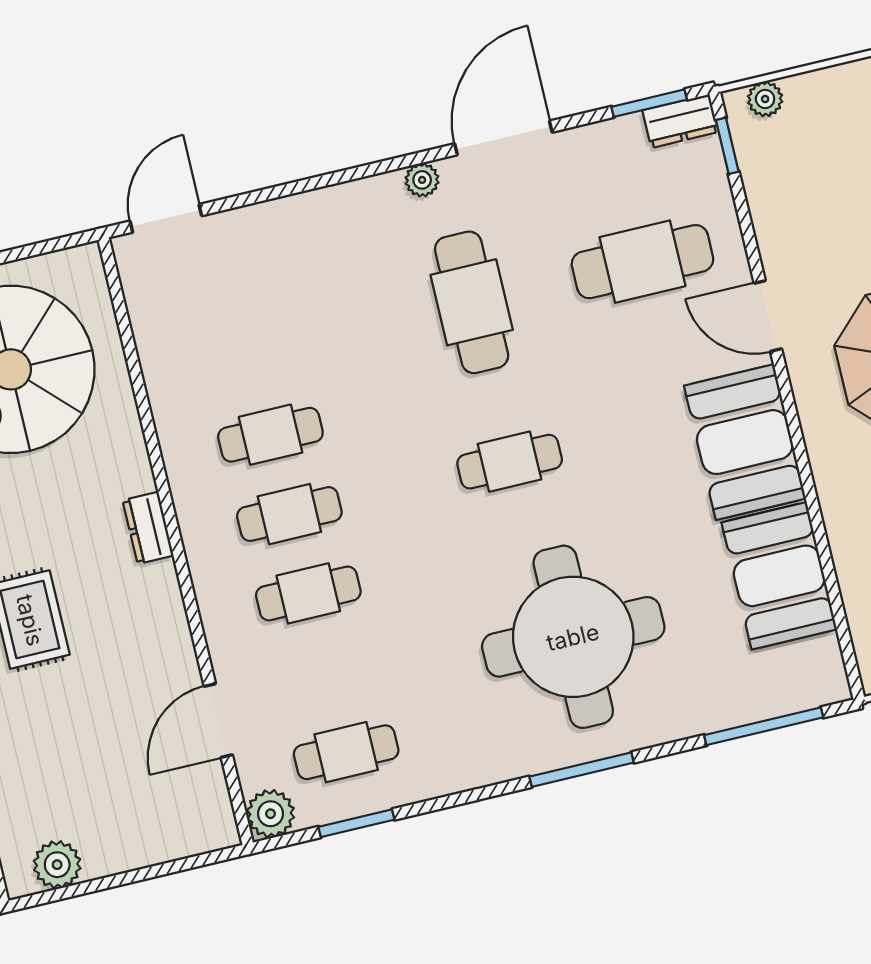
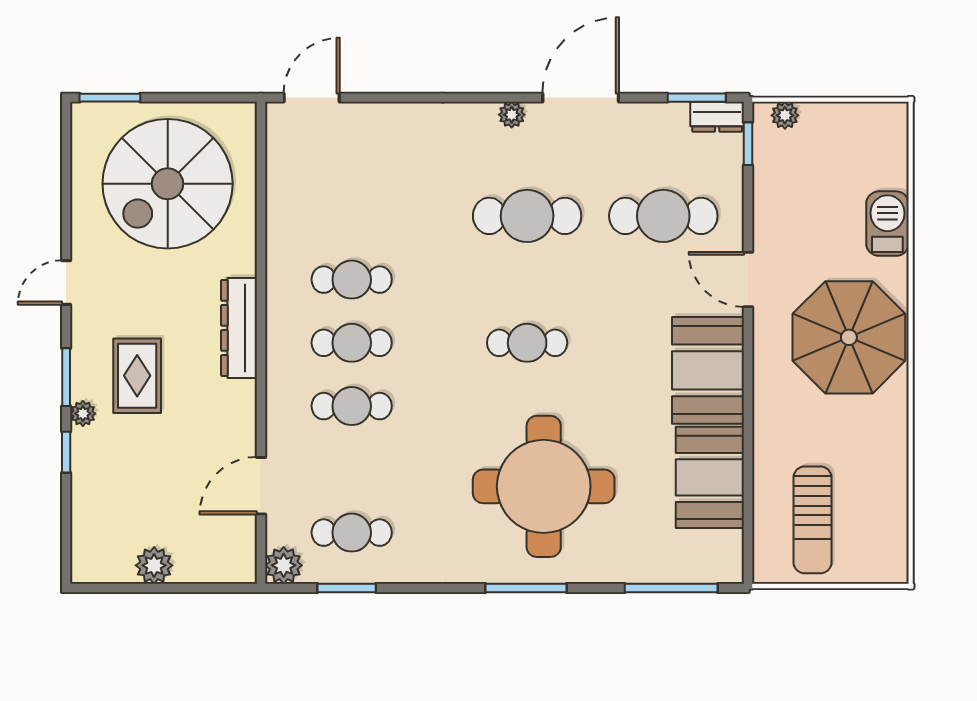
cafe table: (472, 302) -> (527, 216), turned 90
dresser: (148, 528) -> (239, 328), width x1.96, depth x1.24
plant: (57, 865) -> (154, 565), moved

